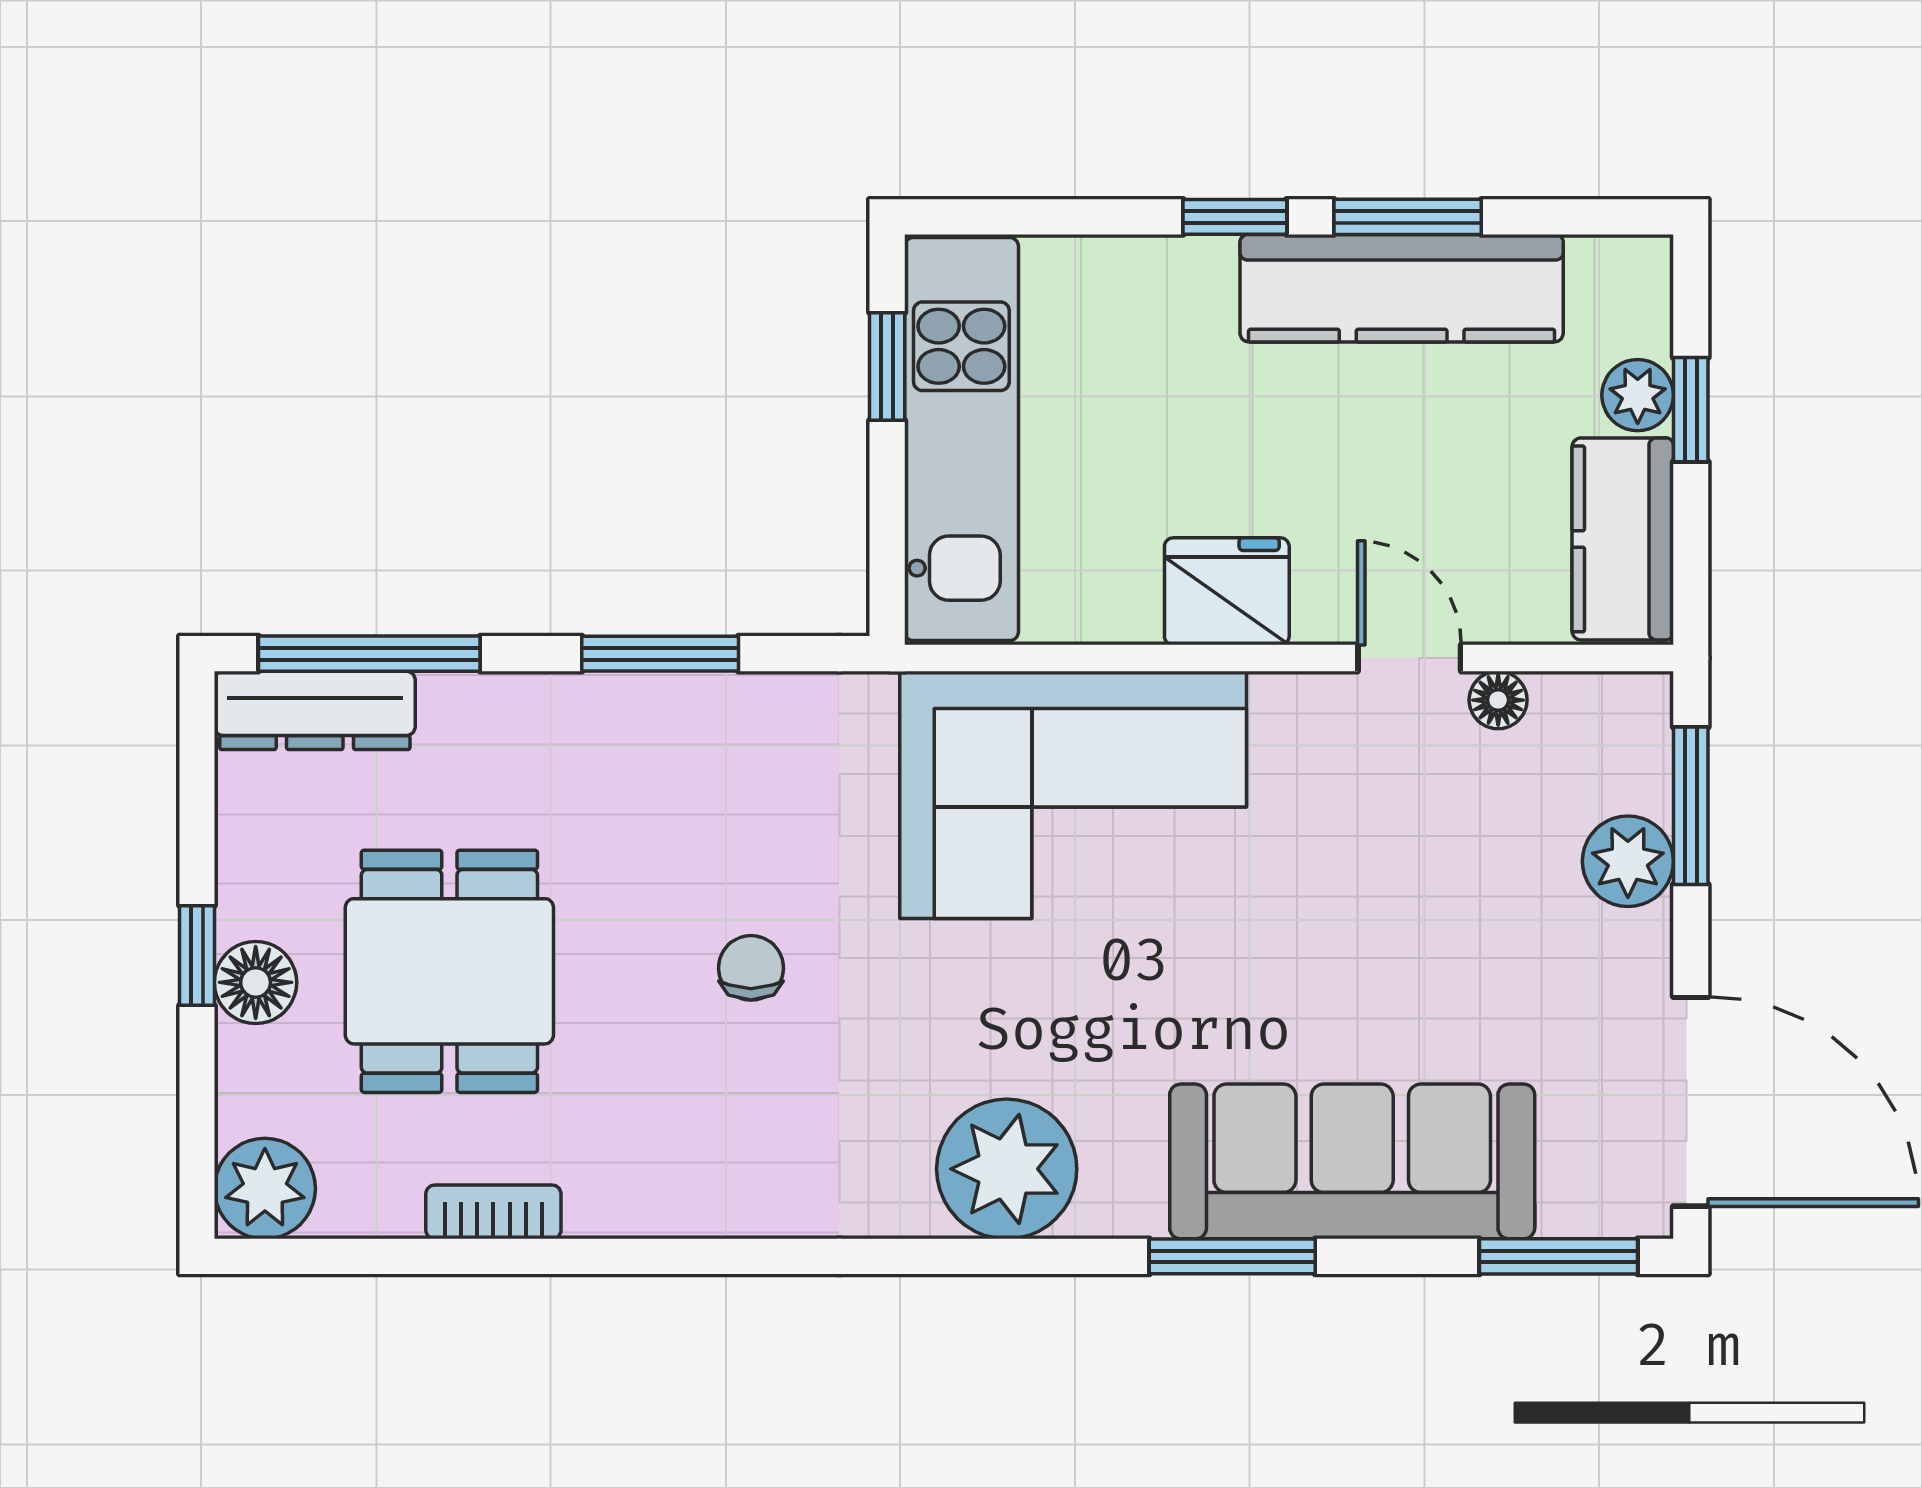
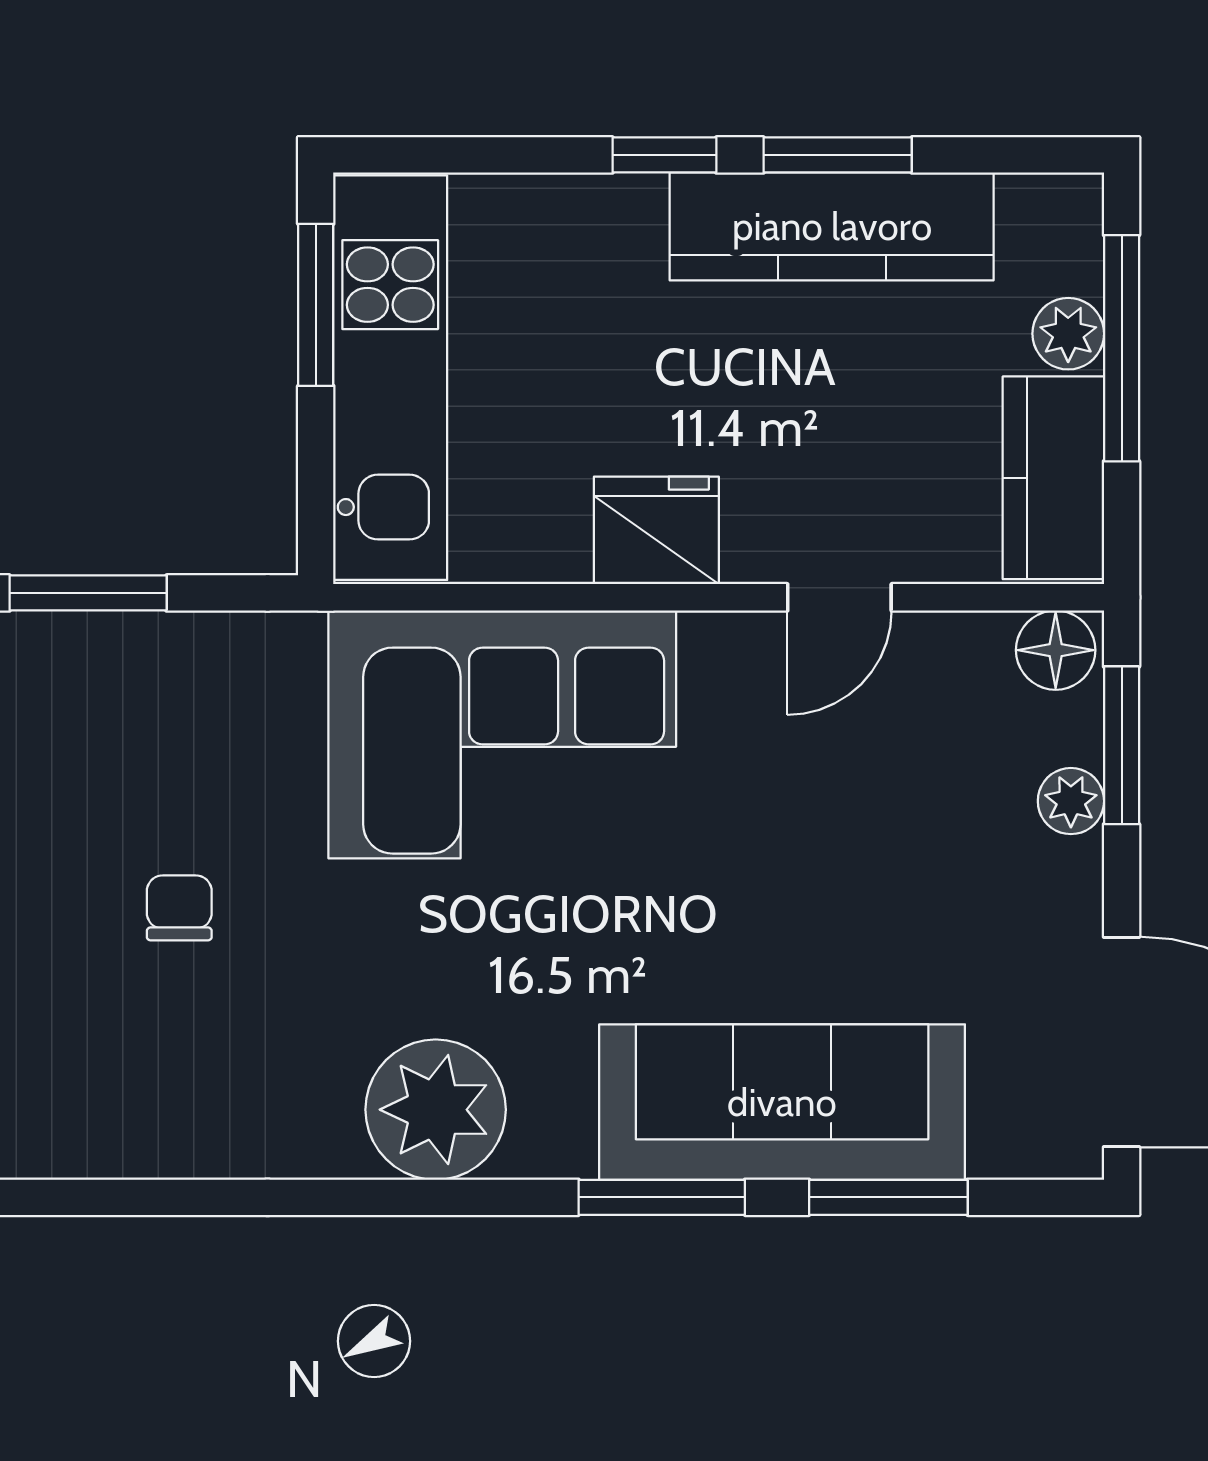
window: (887, 366) -> (316, 305), width x1.50
window: (1691, 410) -> (1122, 348), width x2.17
door: (1409, 658) -> (839, 597), swing flipped
floor lamp: (1498, 700) -> (1056, 650), moved, width x1.37, depth x1.37
plant: (1628, 861) -> (1071, 801), width x0.73, depth x0.73
window: (1558, 1256) -> (888, 1197), moved

